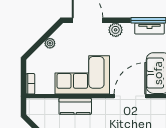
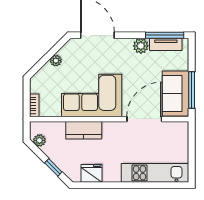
plant: (116, 30) -> (141, 46), moved
plant: (35, 115) -> (39, 140), added

